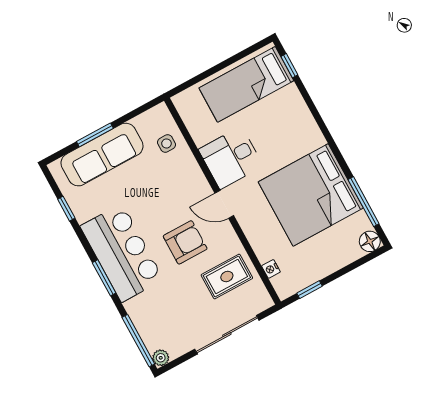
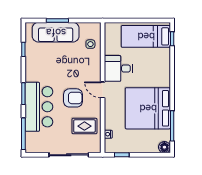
bar counter: (122, 253) -> (39, 107), moved
plant: (161, 358) -> (30, 148), removed

